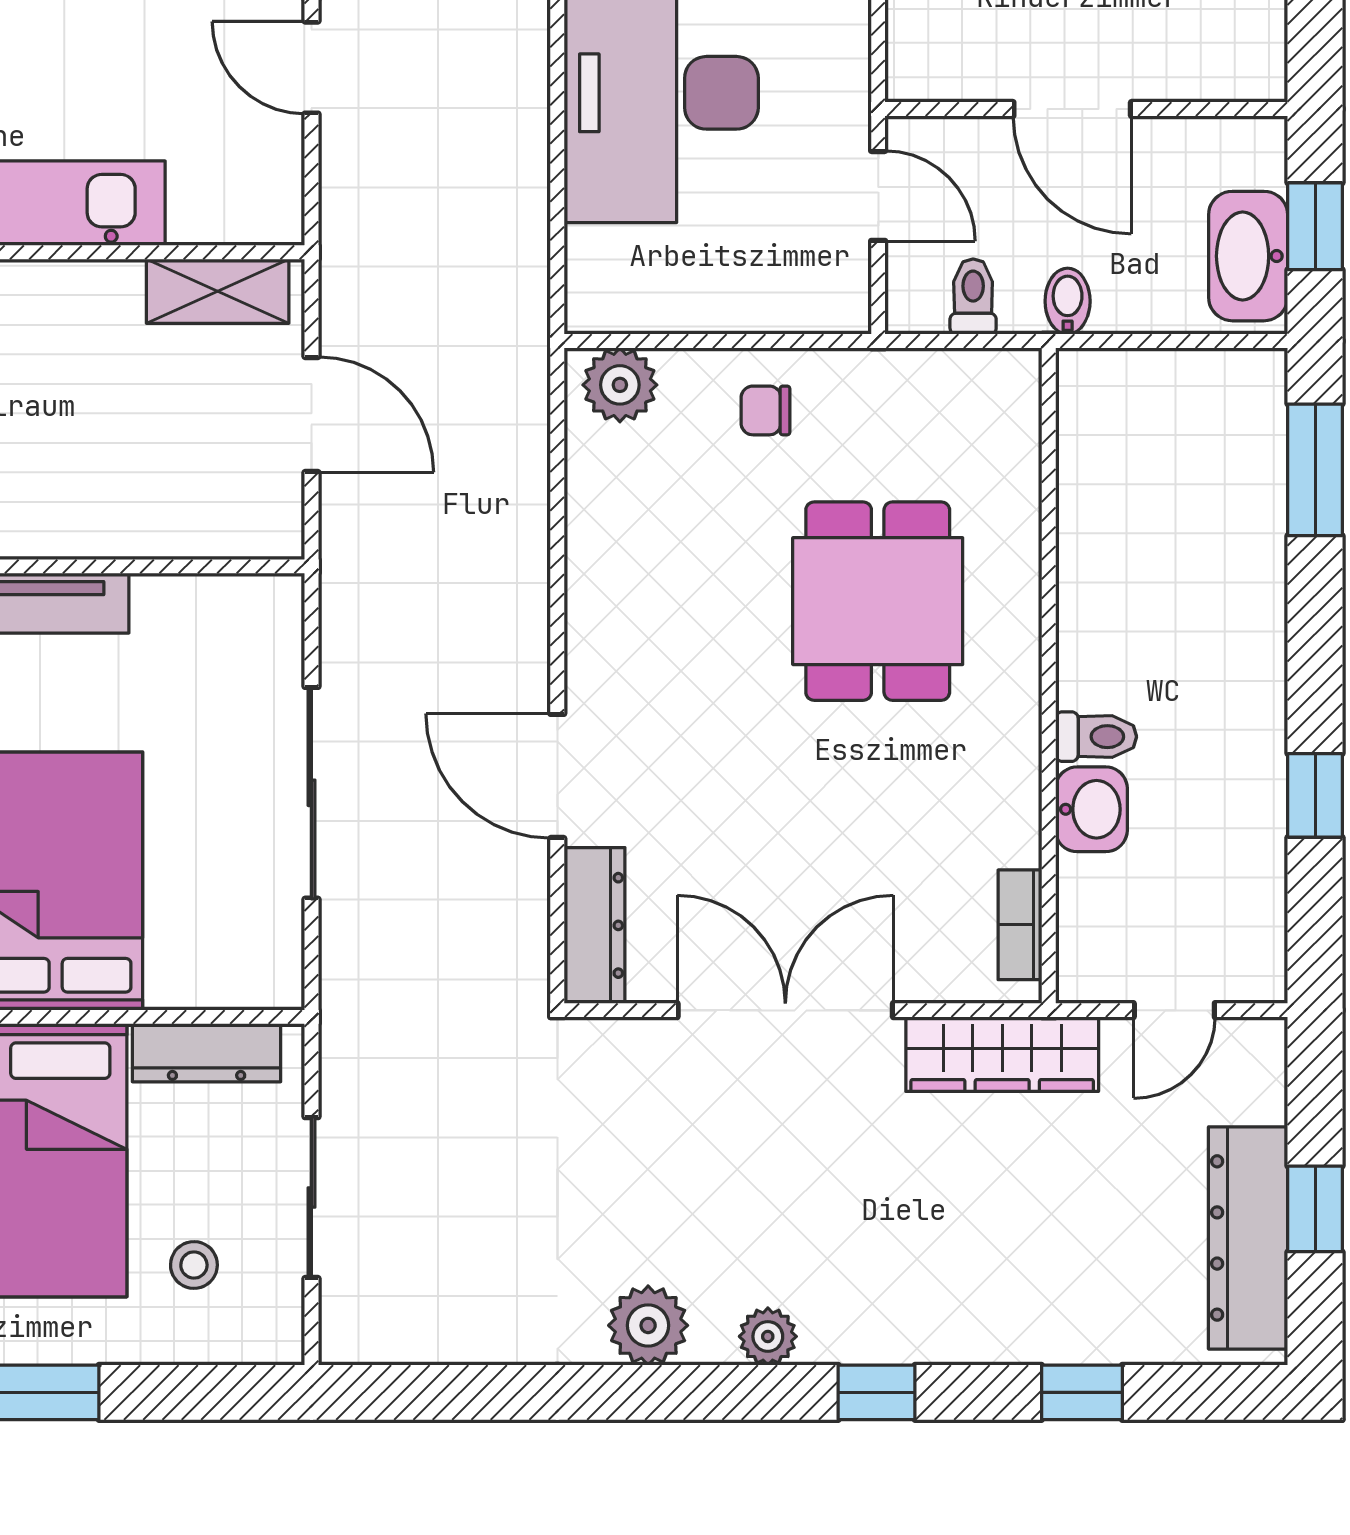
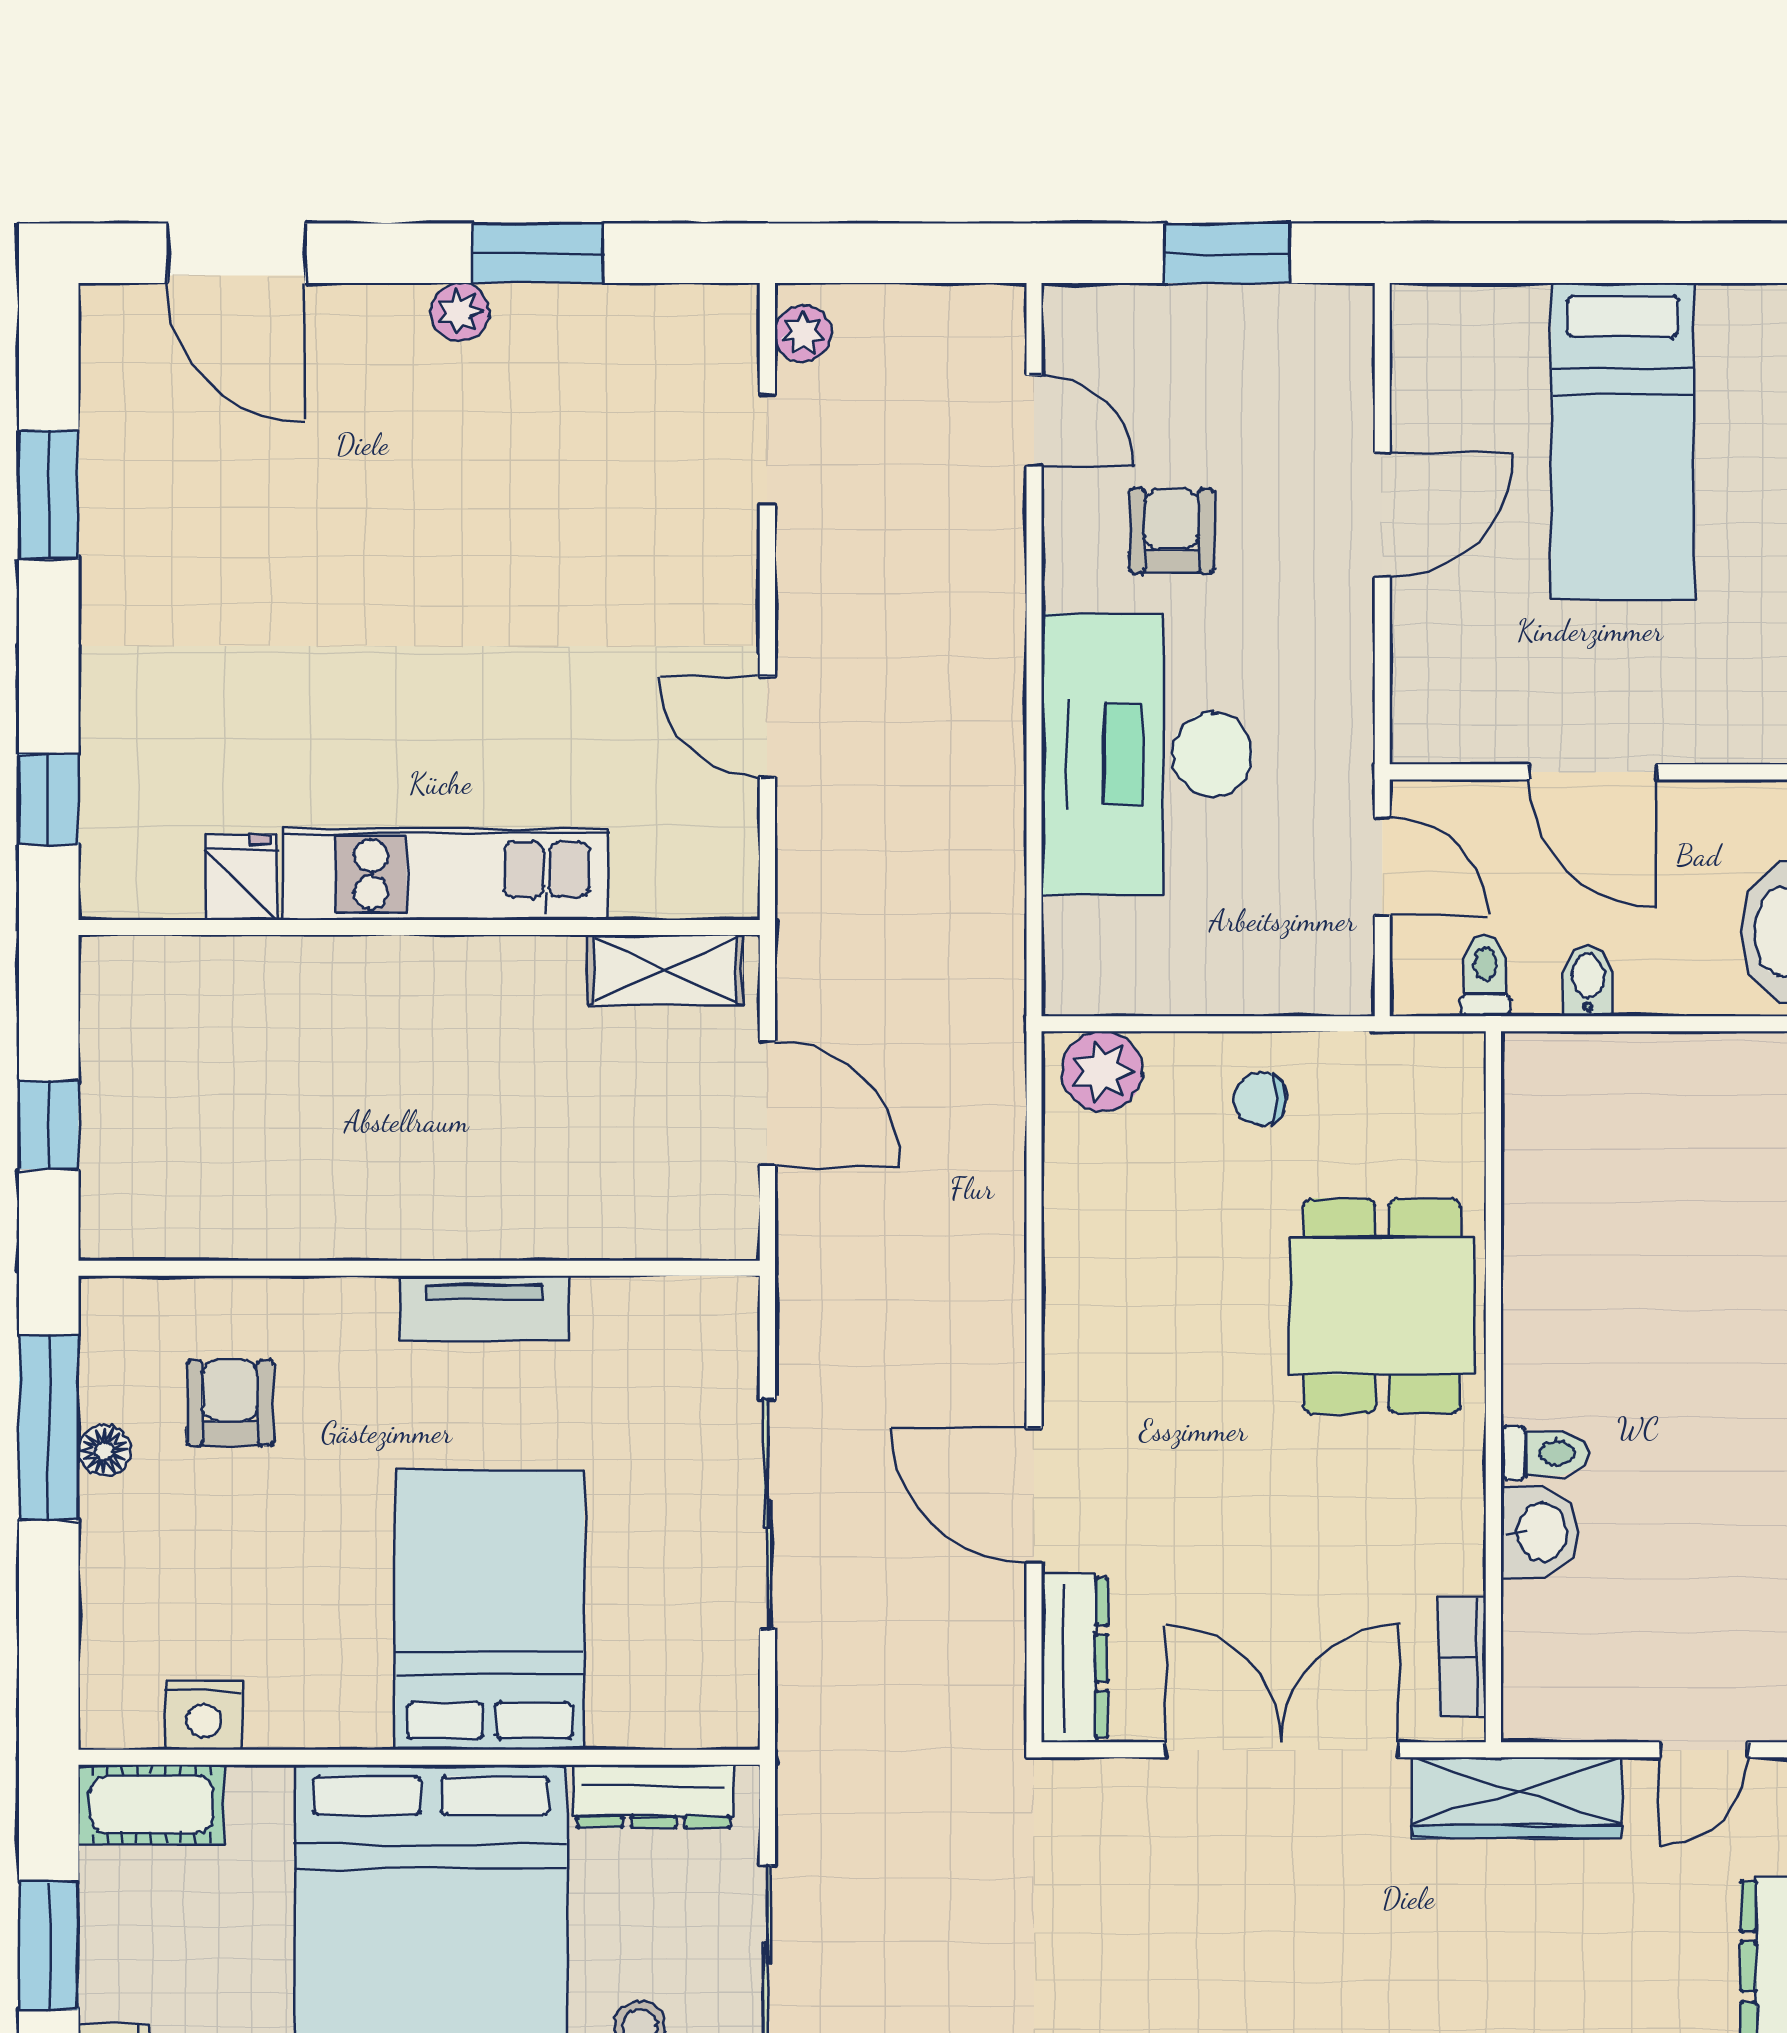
wall: (1049, 676) -> (1493, 1387), moved
toilet: (1096, 737) -> (1545, 1453), moved
washbasin: (1091, 809) -> (1540, 1532), moved
bookcase: (1020, 925) -> (1462, 1657), moved

